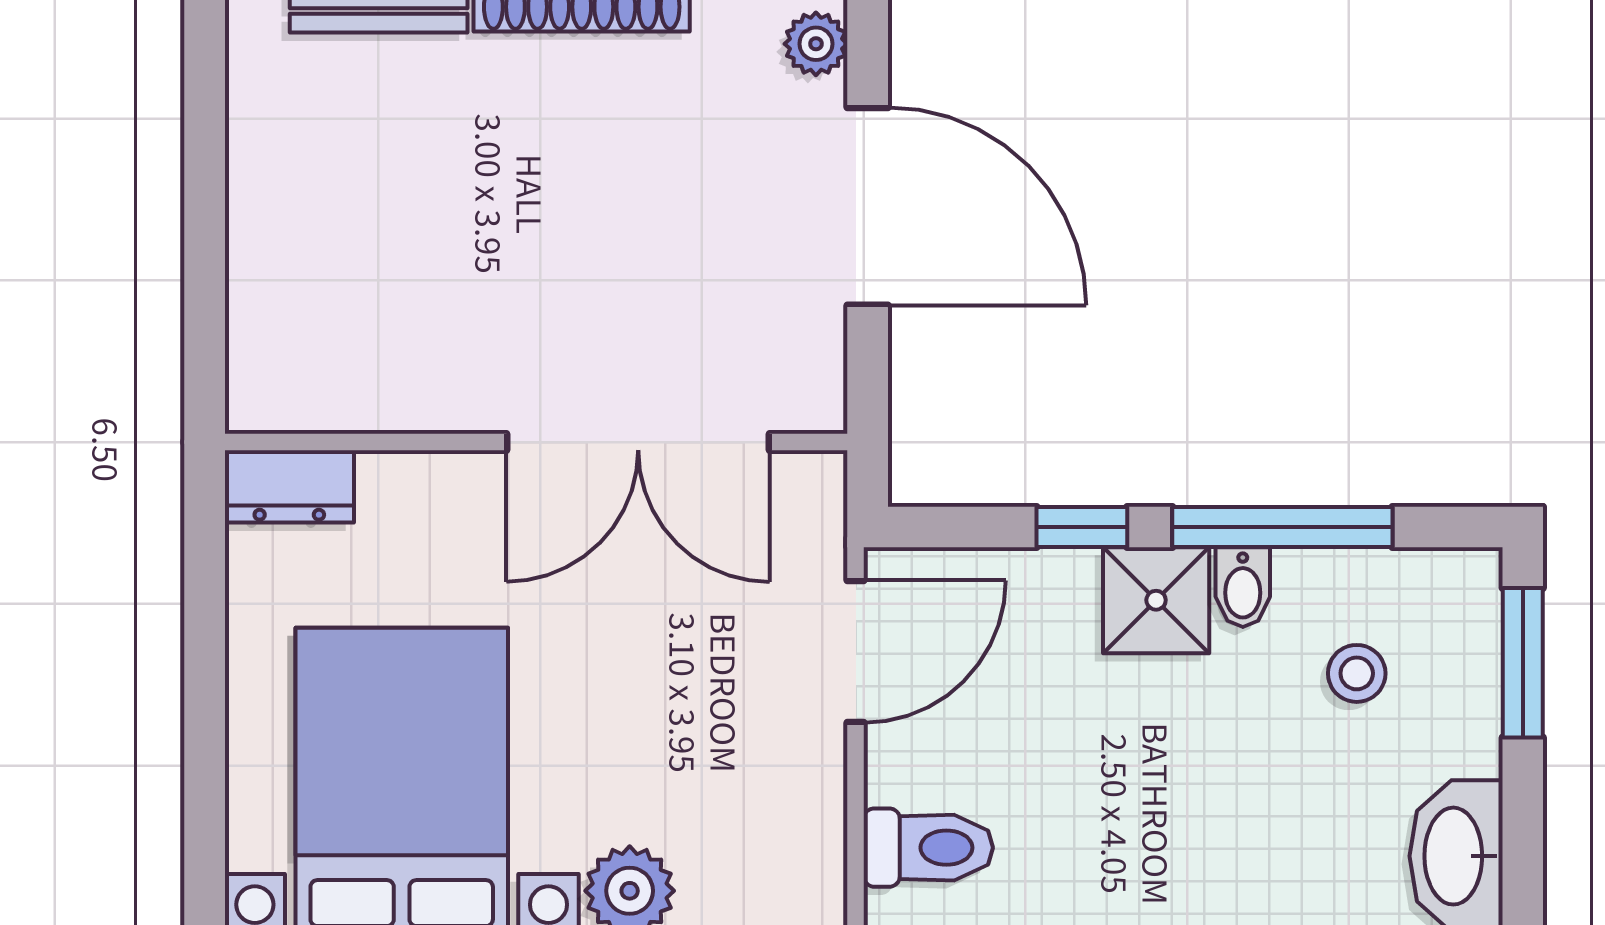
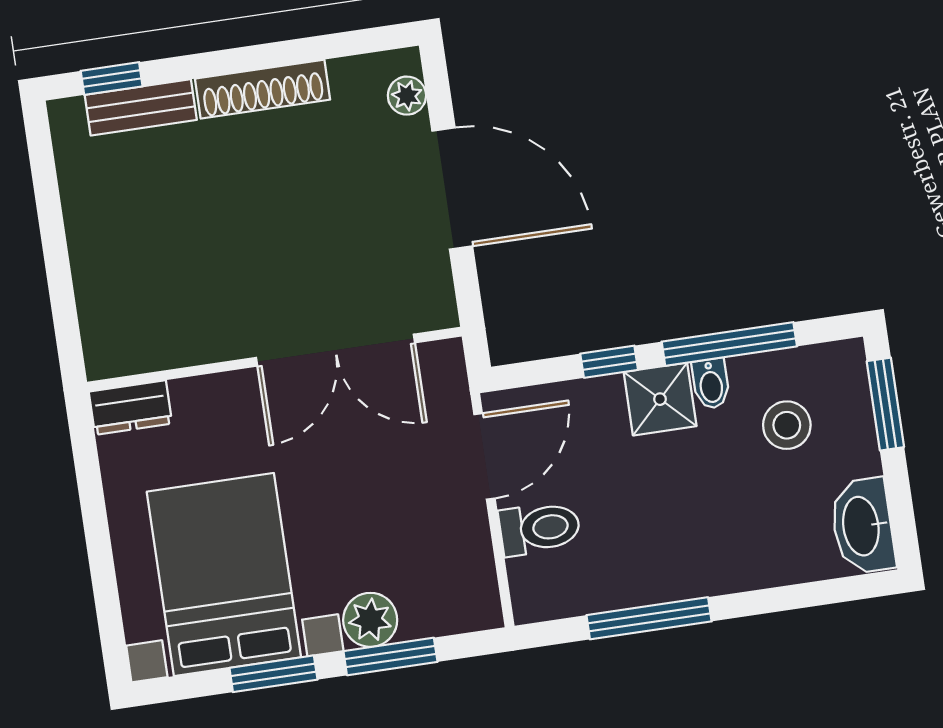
stool: (1357, 673) -> (787, 425), width x1.37, depth x1.37
toilet: (928, 848) -> (540, 528), moved

